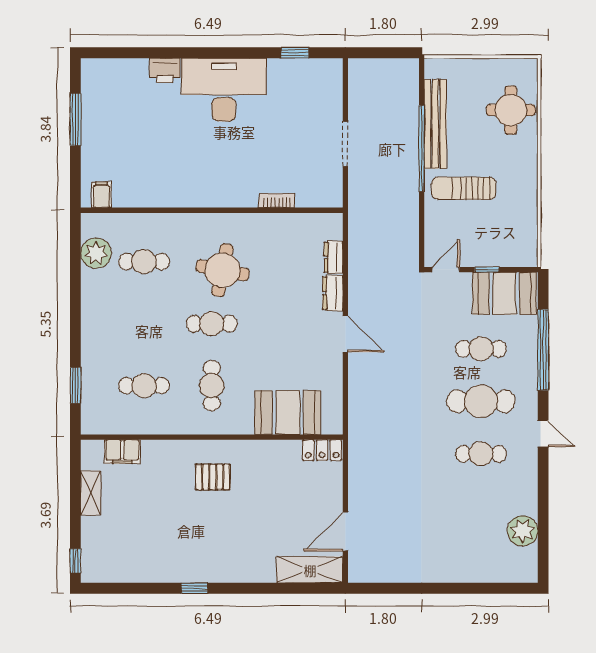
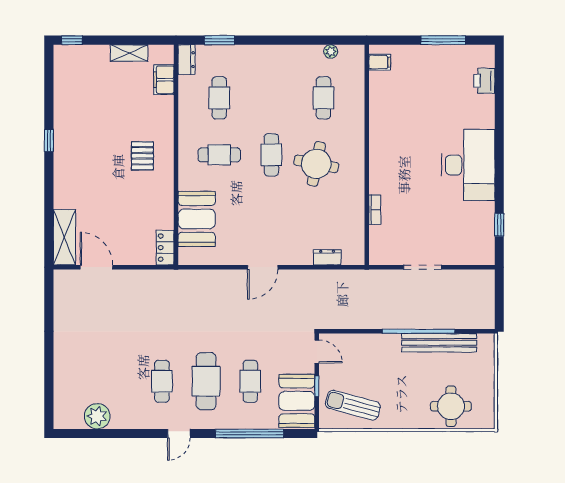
printer: (165, 70) -> (484, 81), moved
sun lounger: (464, 188) -> (353, 405), moved, turned -75
plant: (96, 253) -> (331, 51), width x0.53, depth x0.53
dresser: (333, 293) -> (187, 60), moved, turned 90

